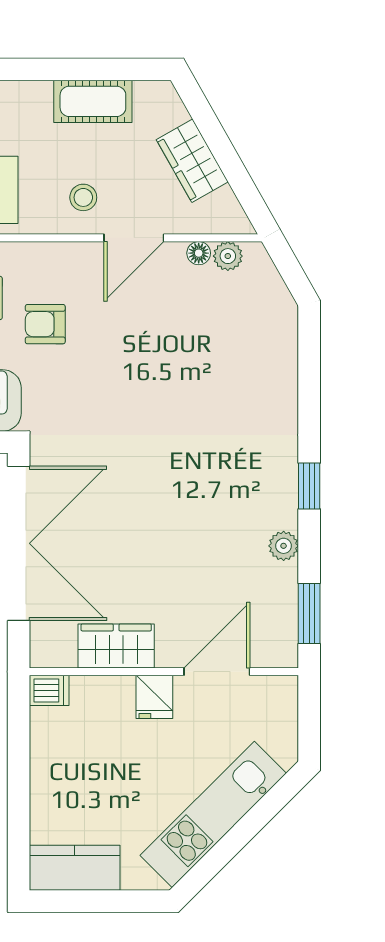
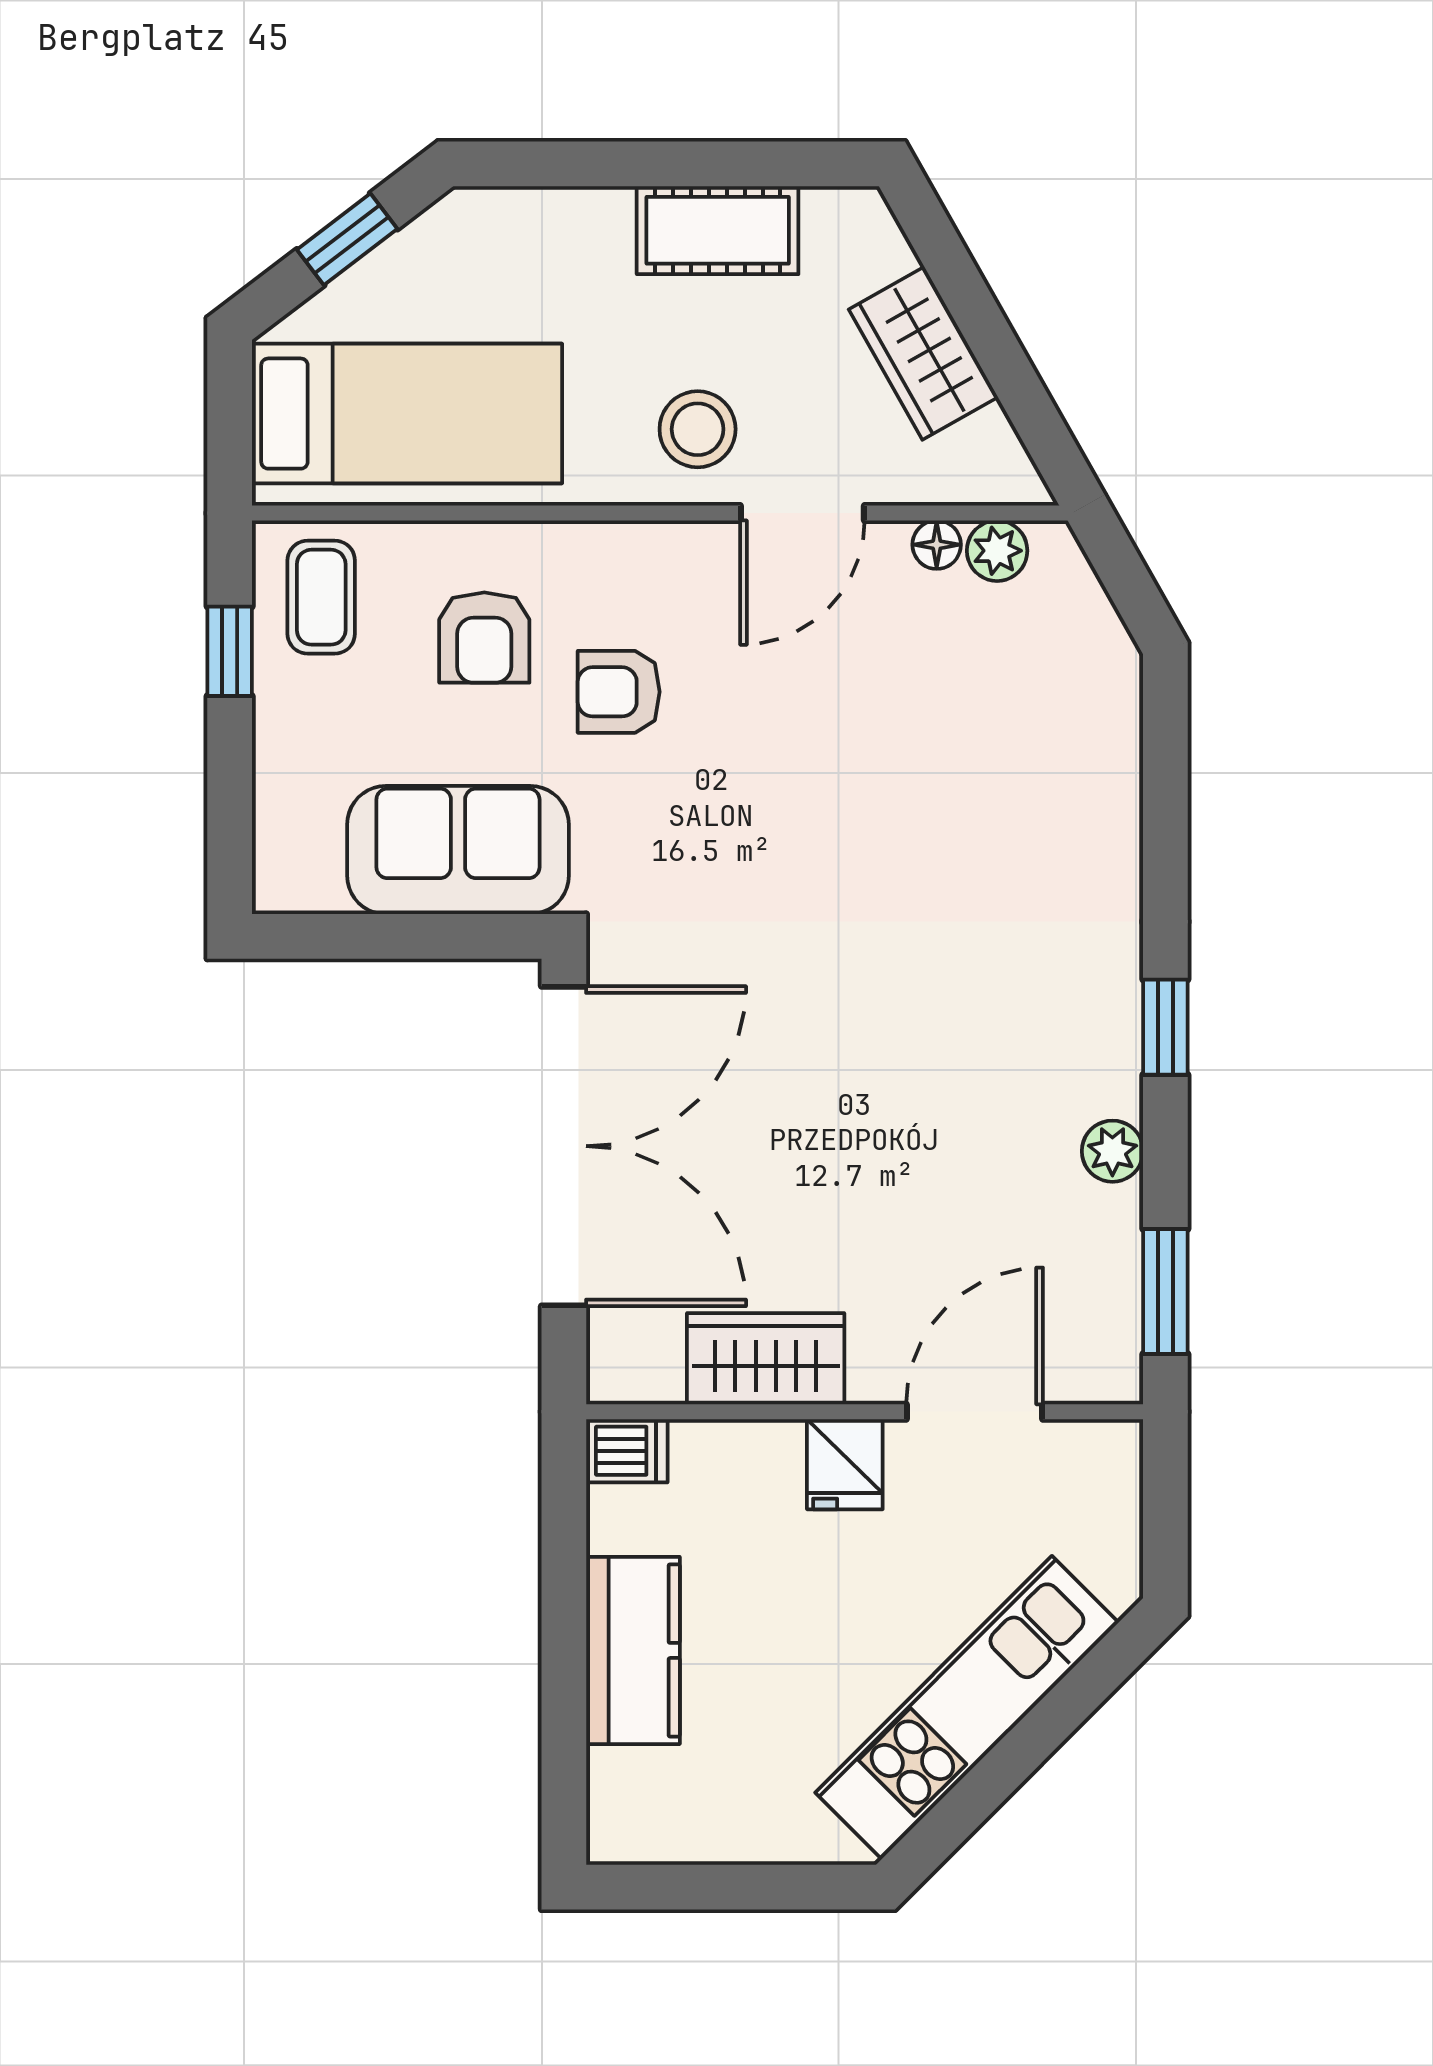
stool: (83, 197) -> (698, 429), width x1.37, depth x1.37
kitchen counter: (75, 868) -> (633, 1650), moved, turned 90

